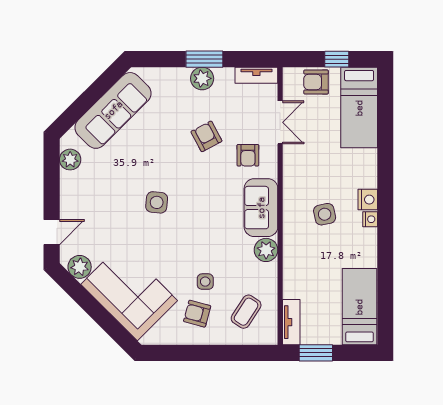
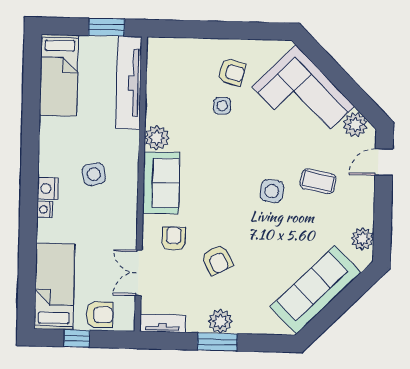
nightstand: (370, 219) -> (45, 209), moved
coffee table: (246, 312) -> (318, 181), moved, turned 67
tv unit: (291, 322) -> (129, 83), width x1.92, depth x1.29

